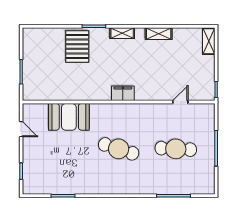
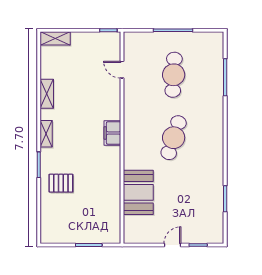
pallet: (77, 46) -> (61, 183), width x0.67, depth x0.71
door: (21, 129) -> (172, 245), moved

